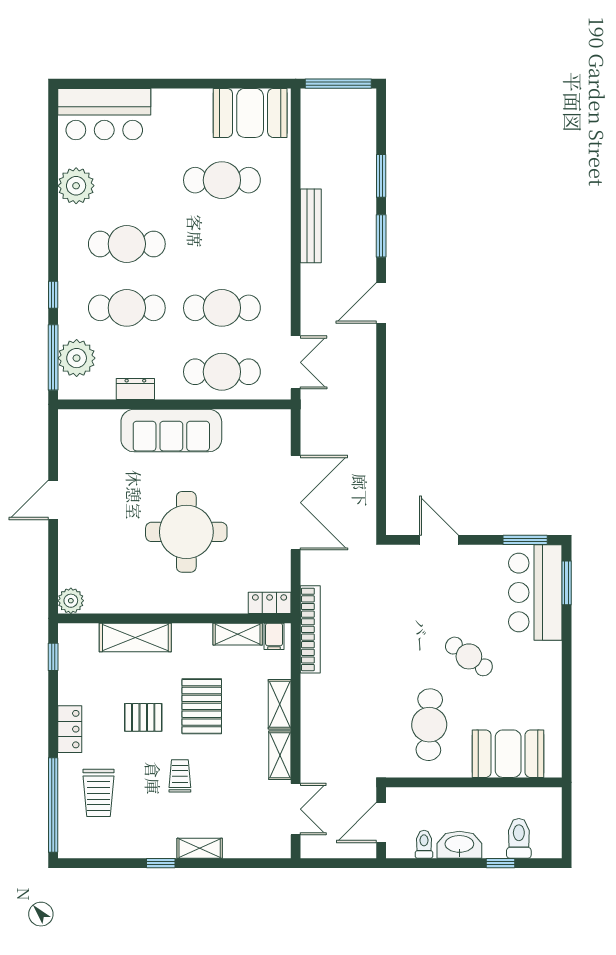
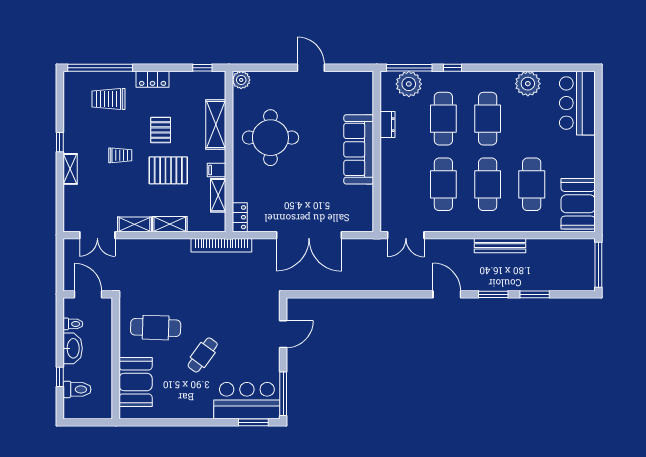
cafe table: (222, 372) -> (488, 184), moved
round table: (186, 532) -> (270, 138), moved
window: (525, 540) -> (283, 394), width x1.44
filing cabinet: (274, 636) -> (217, 170), moved

